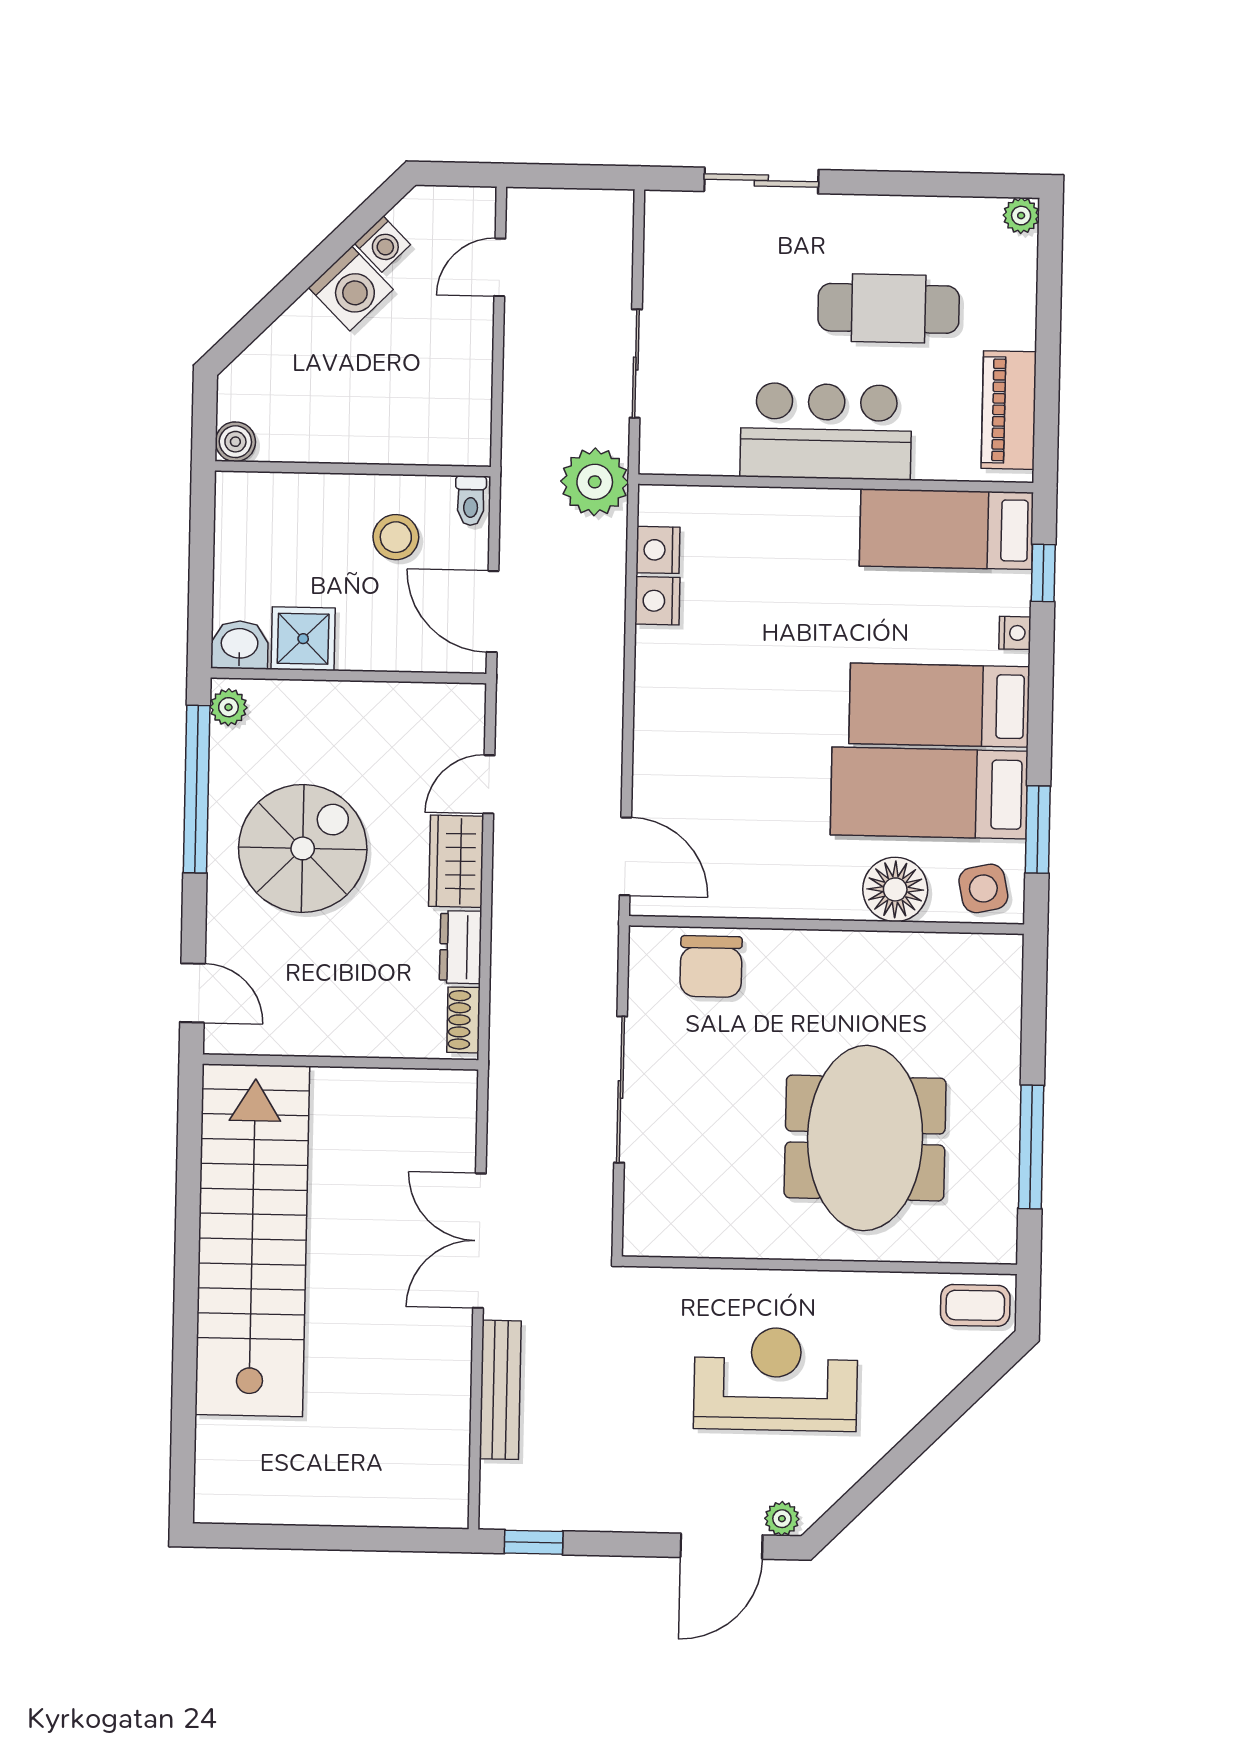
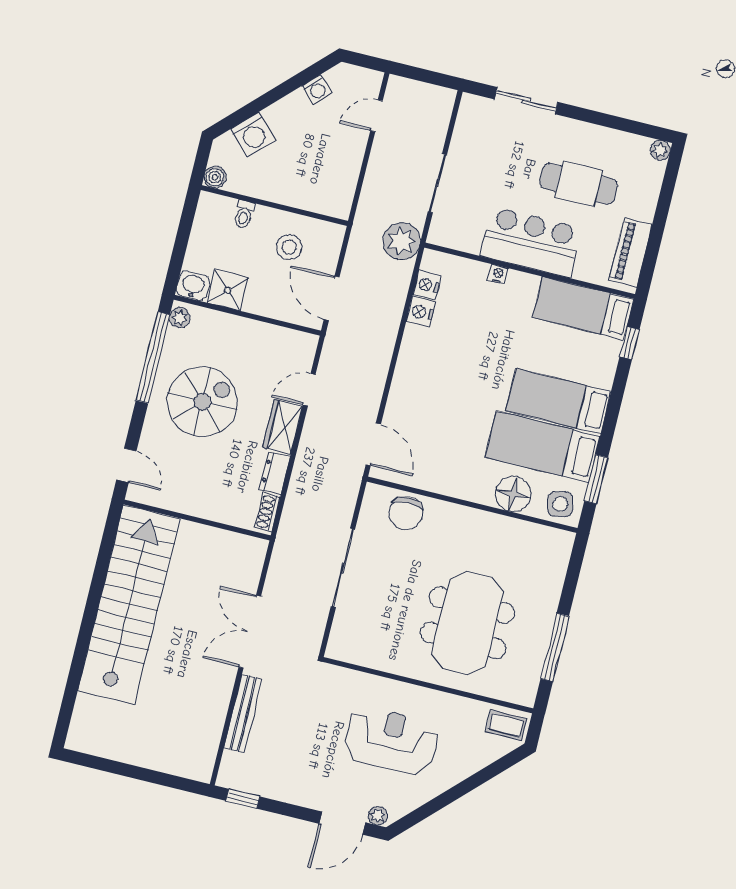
washing machine: (351, 289) -> (253, 135), moved
toilet: (471, 501) -> (244, 215), moved
nightstand: (1015, 633) -> (498, 274), moved, turned -90

